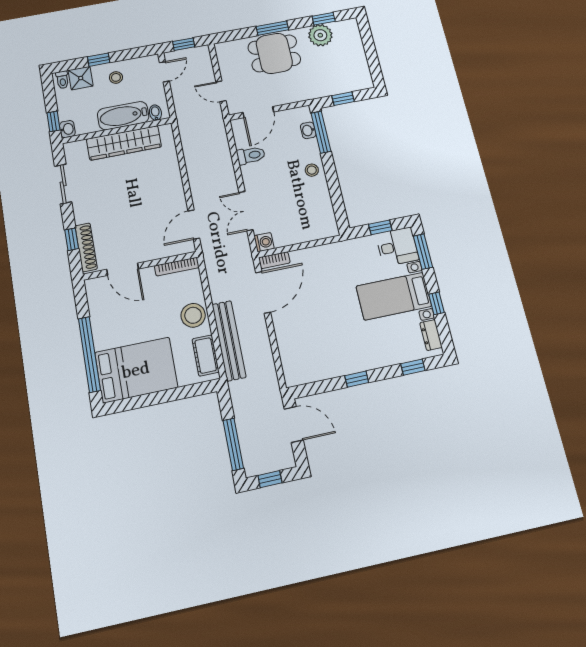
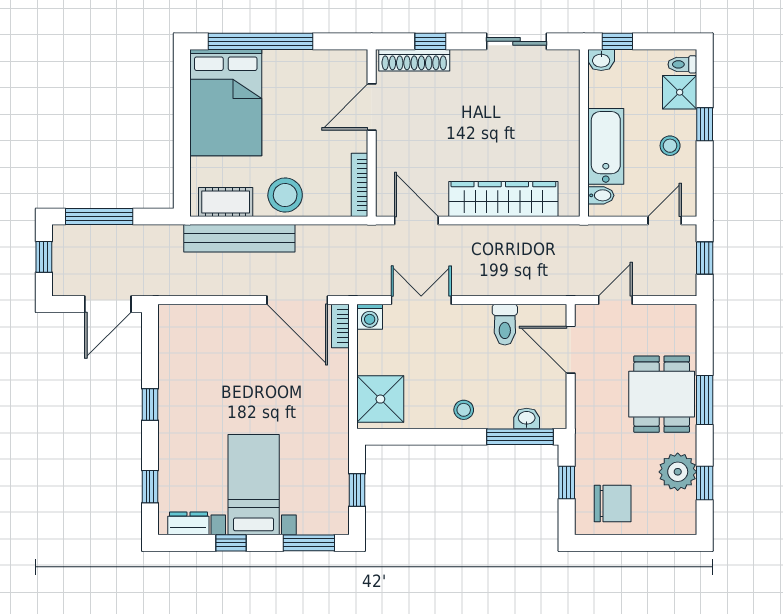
chair: (349, 69) -> (613, 503), added
door: (164, 72) -> (665, 220), swing flipped
wardrobe: (124, 143) -> (503, 199), moved, turned 90
shower: (317, 224) -> (380, 399), added
desk: (397, 247) -> (324, 508), removed

